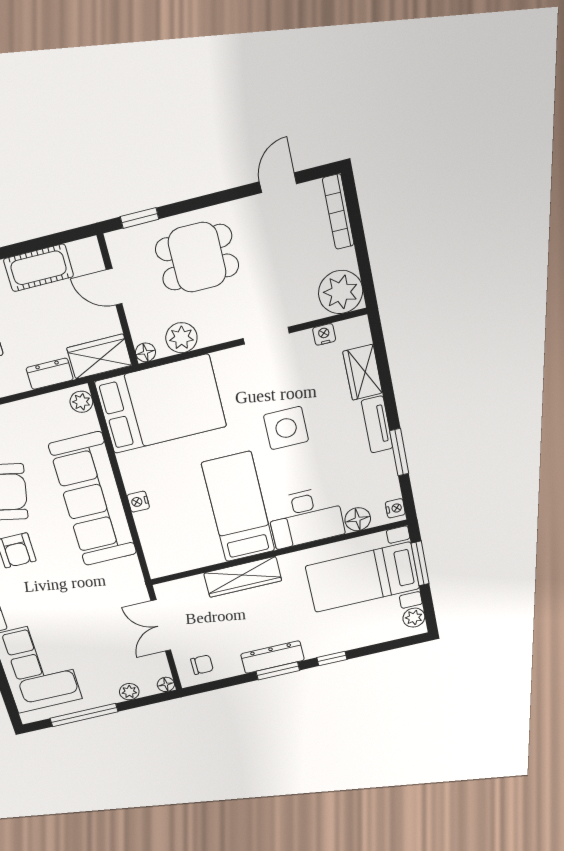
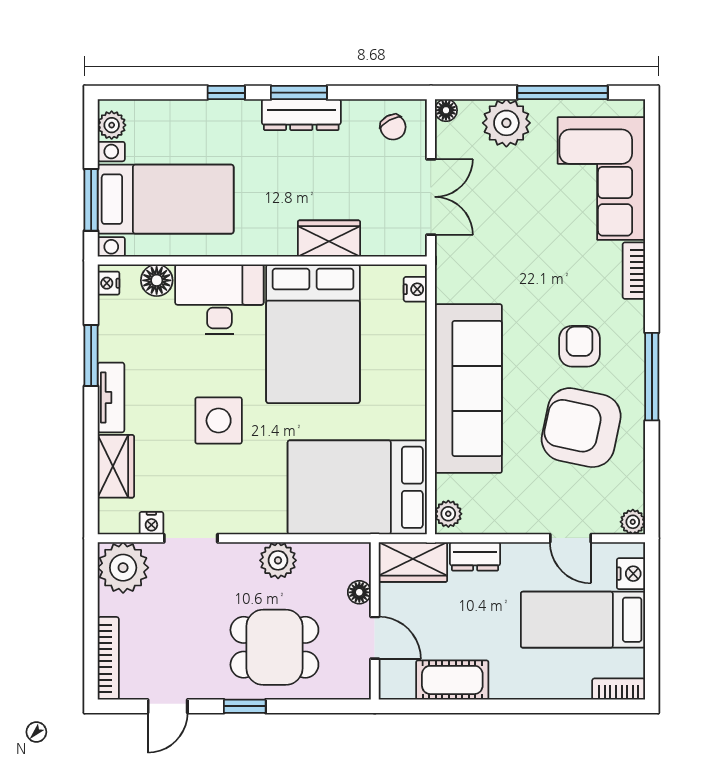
window: (140, 218) -> (245, 706), moved
doorway: (266, 336) -> (191, 538), moved
plant: (181, 338) -> (278, 560), moved
floor lamp: (145, 352) -> (359, 592), moved
nightstand: (138, 502) -> (415, 289), moved
bed: (238, 507) -> (313, 334), width x1.50
wardrobe: (243, 577) -> (329, 238), width x0.67
chair: (202, 665) -> (393, 127), turned -118
plant: (129, 692) -> (506, 123), width x1.88, depth x1.88

